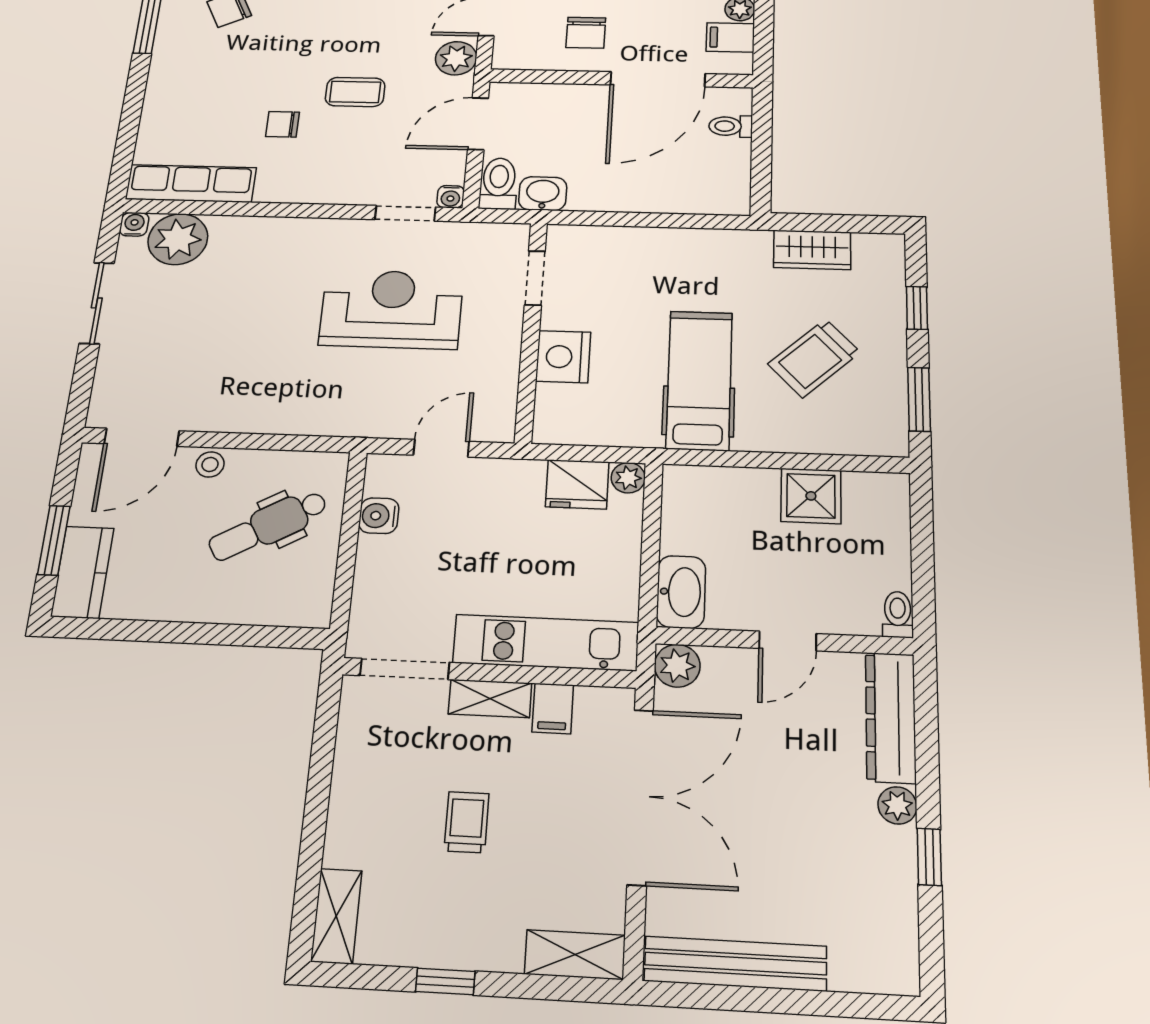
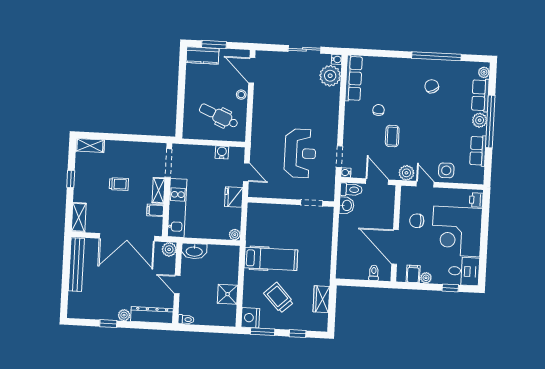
nightstand: (563, 357) -> (250, 318), moved, turned -90
fridge: (577, 484) -> (234, 197), moved
dental chair: (268, 526) -> (219, 116), turned -37

